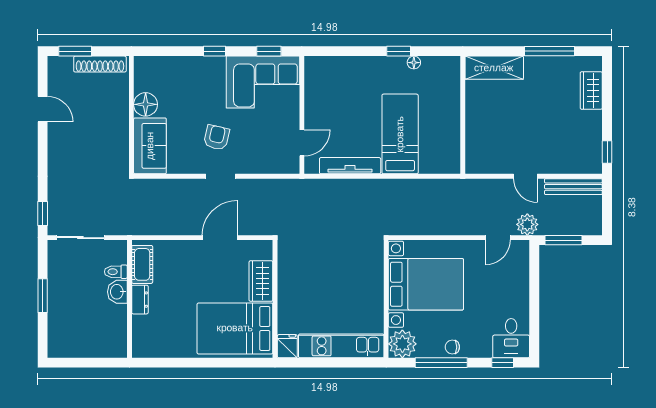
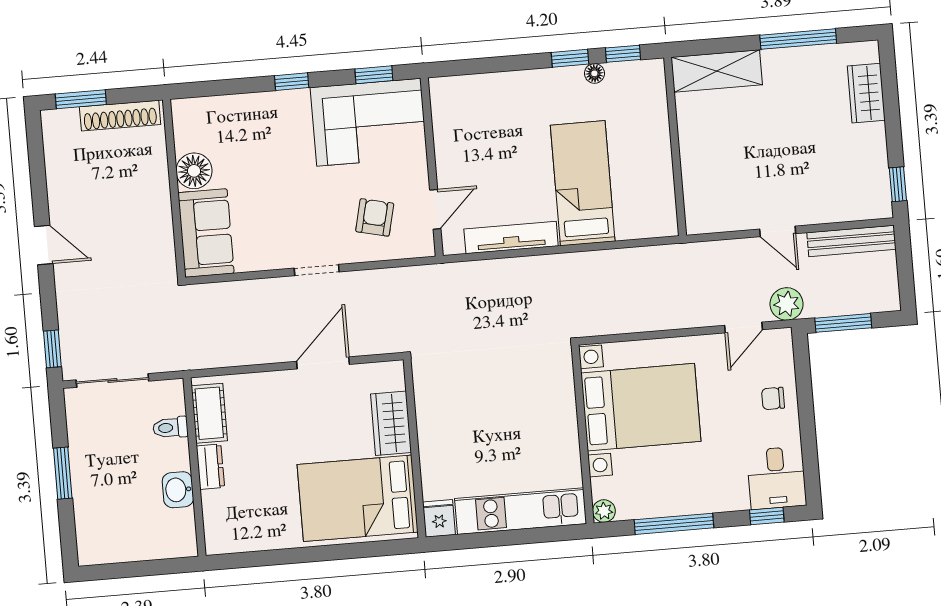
window: (434, 51) -> (623, 54), added
door: (43, 109) -> (44, 245), moved
armchair: (217, 137) -> (375, 217), moved
washbasin: (117, 292) -> (178, 490), moved
plant: (402, 344) -> (604, 511), width x0.53, depth x0.53
chair: (452, 347) -> (773, 398), moved

